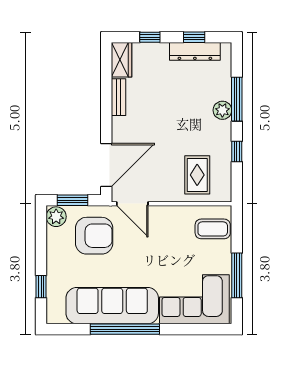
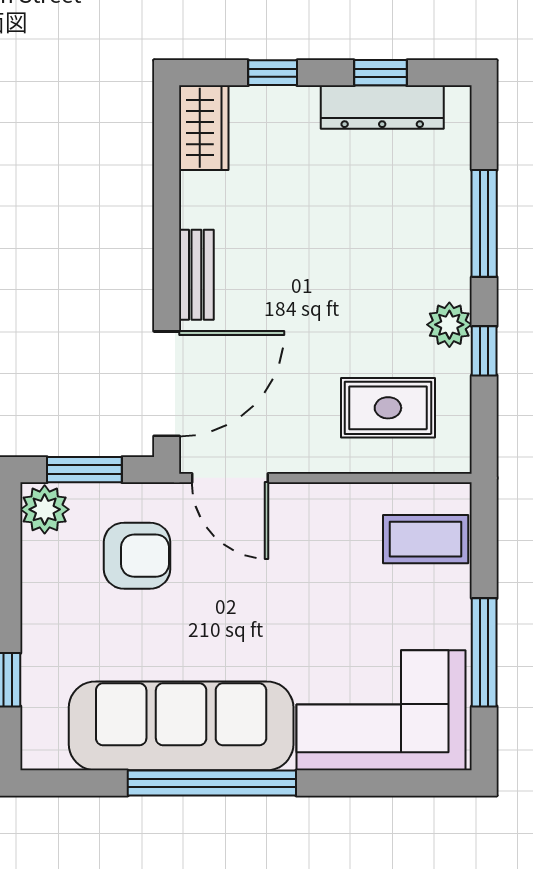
bench: (119, 97) -> (196, 275), moved
plant: (222, 110) -> (449, 325), moved
rug: (197, 175) -> (388, 408), turned 90
armchair: (94, 236) -> (137, 556), width x0.73, depth x0.73

